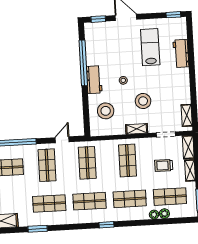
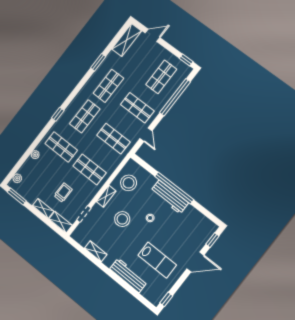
workbench: (181, 53) -> (129, 275), width x1.38
window: (83, 63) -> (174, 188), moved
workbench: (94, 80) -> (169, 197), width x1.38
stool: (106, 111) -> (129, 183), moved
shelving: (187, 115) -> (96, 251), moved
shop shelf: (170, 197) -> (38, 177), removed
shop shelf: (130, 199) -> (61, 147), turned 90
plant: (164, 214) -> (17, 178), moved

